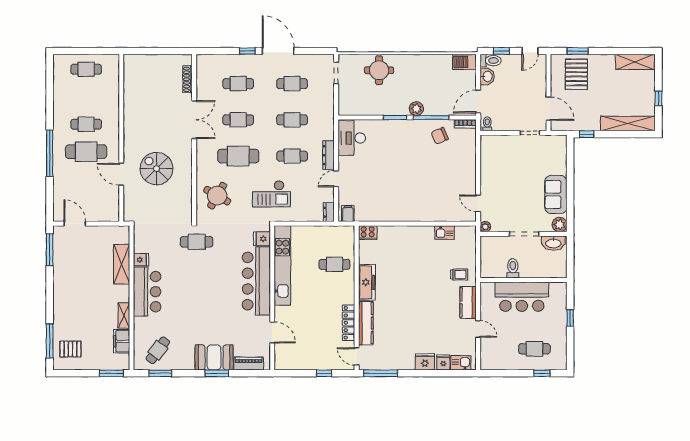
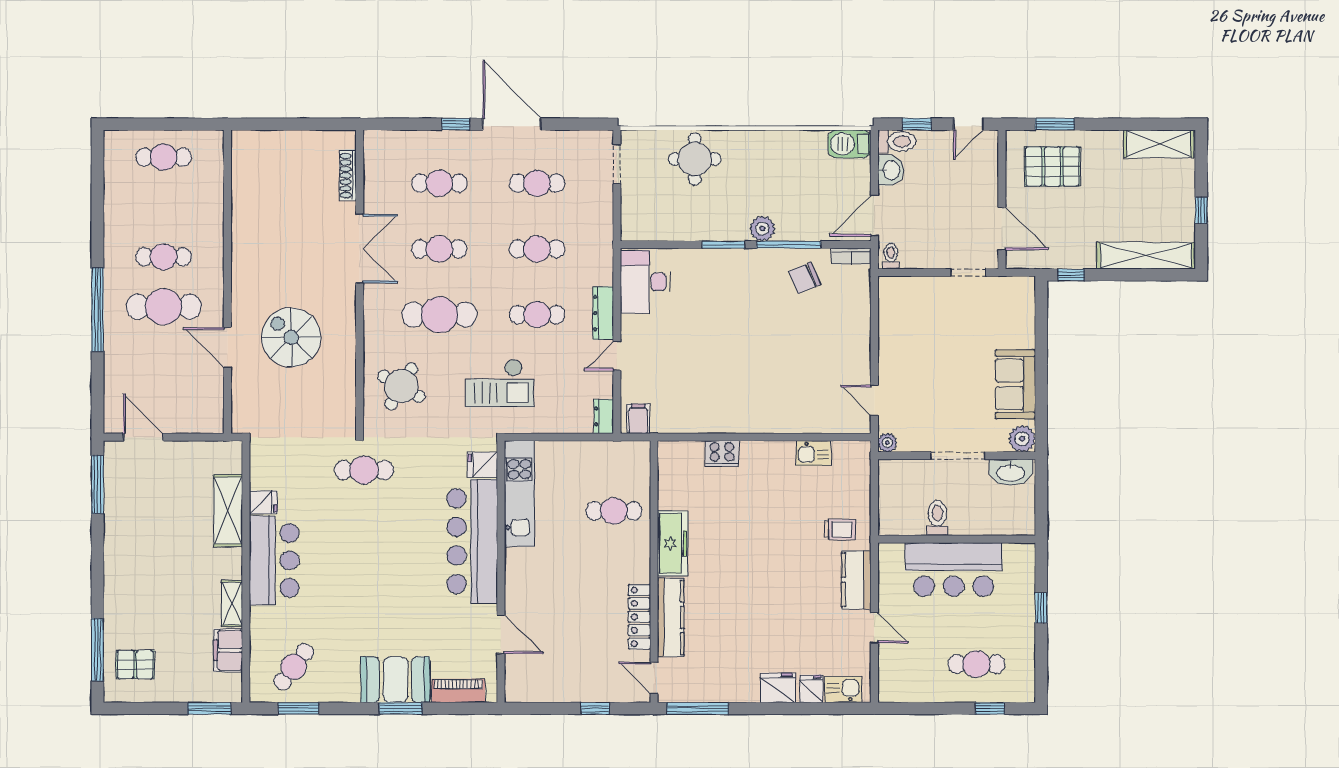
pallet: (576, 74) -> (1053, 166), turned 90
cooker: (368, 233) -> (722, 453), moved
kitchen unit: (282, 265) -> (519, 494), width x0.73

